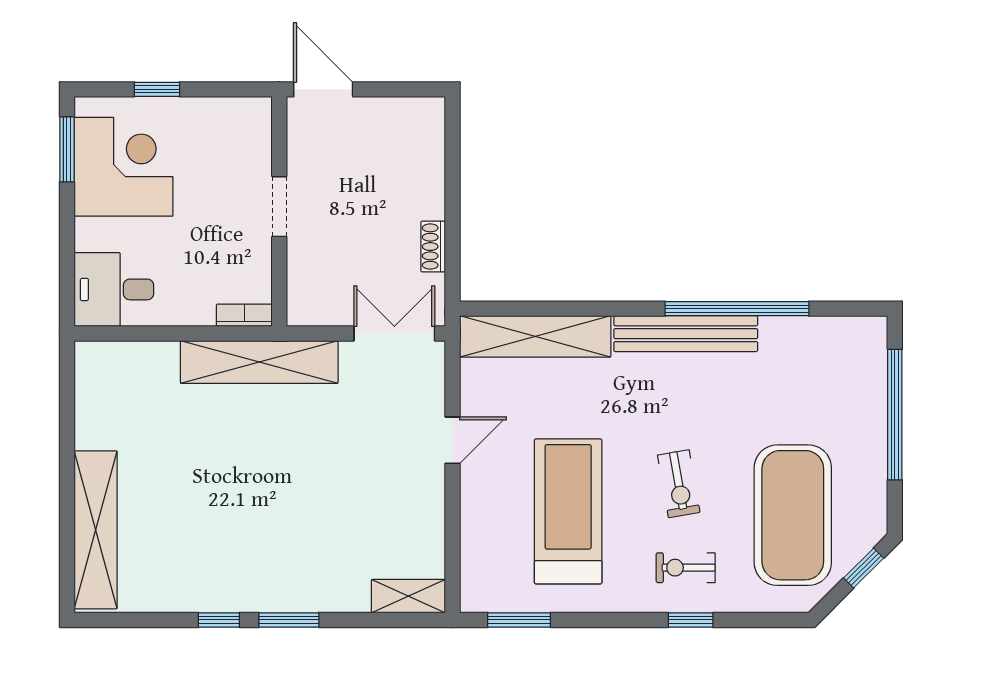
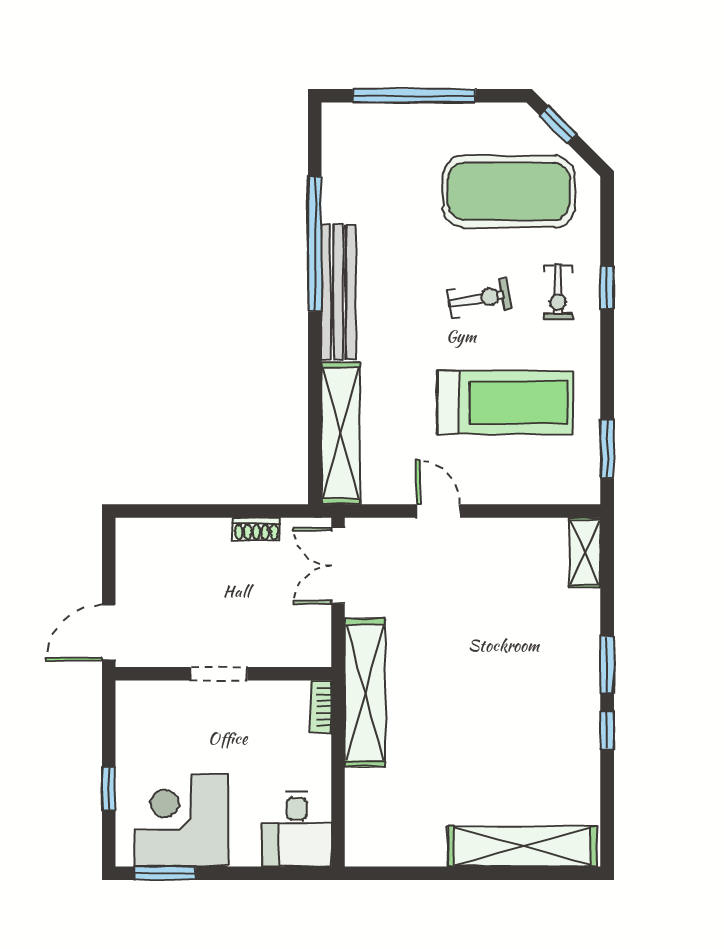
treadmill: (568, 511) -> (505, 402), turned 180

